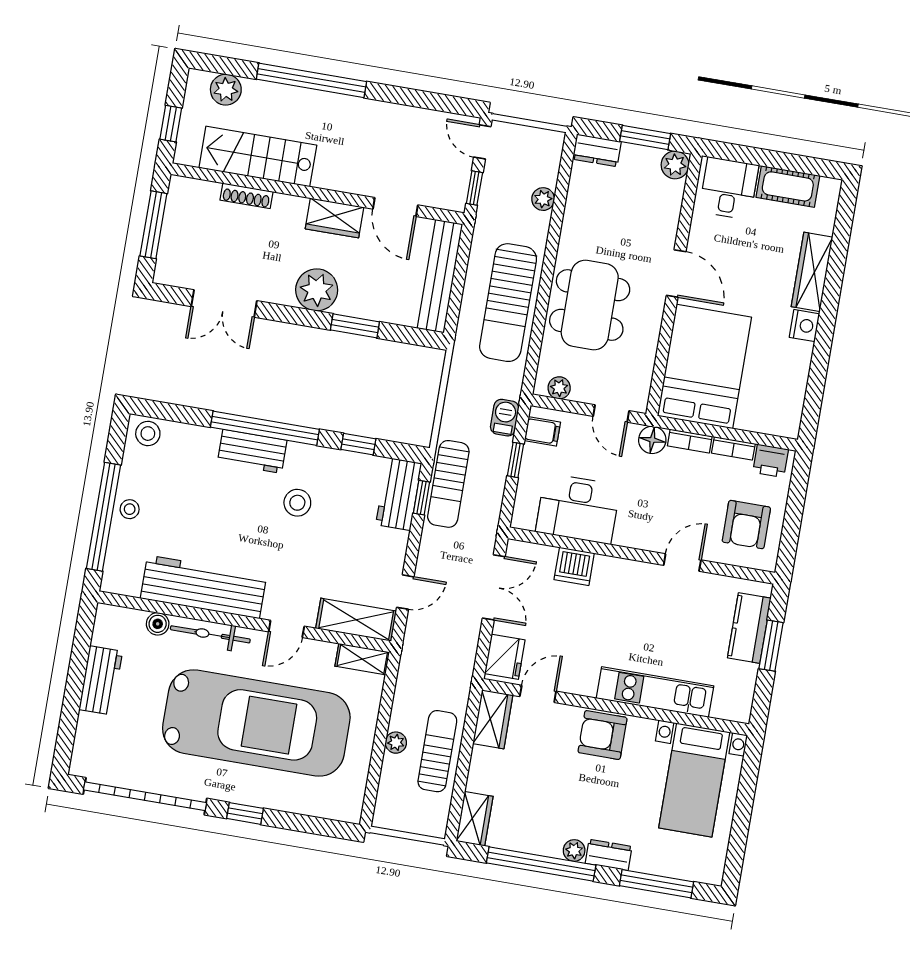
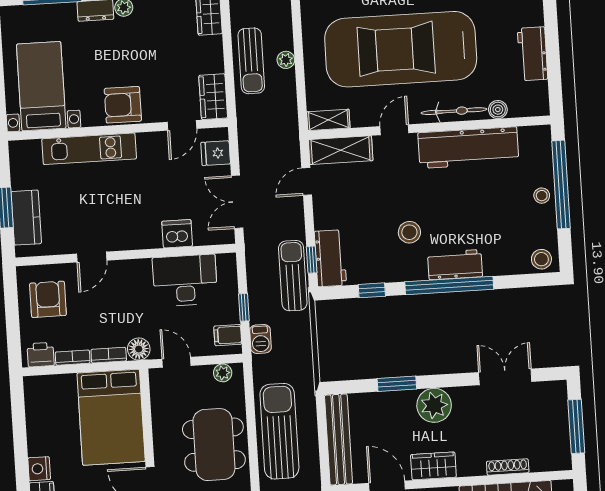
fridge: (505, 657) -> (216, 153), width x0.72
armchair: (602, 735) -> (123, 105), turned 180

